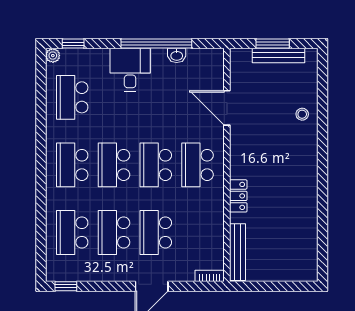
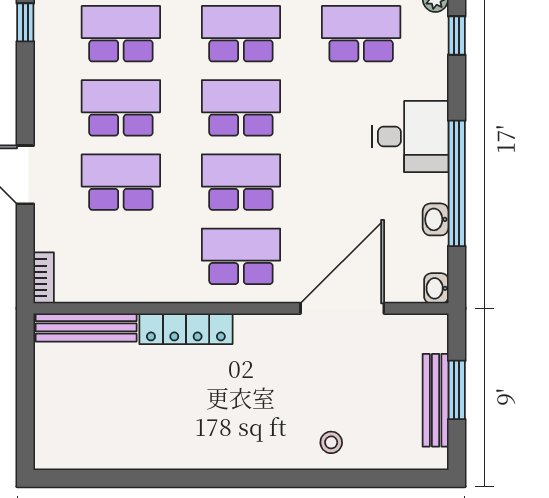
washbasin: (216, 55) -> (436, 288), added
door: (227, 108) -> (342, 308), width x1.36
locker: (238, 196) -> (186, 329), width x1.53

